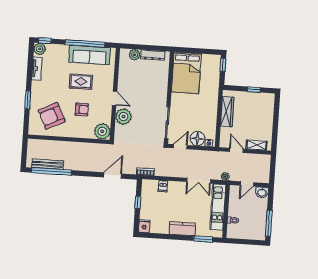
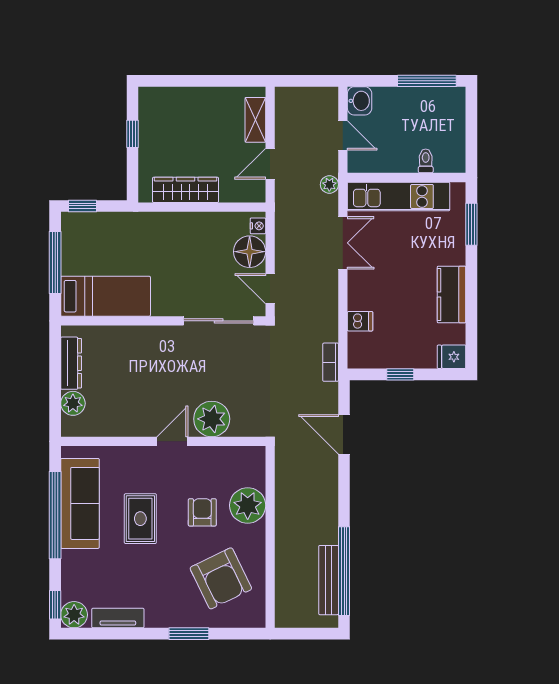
window: (198, 51) -> (55, 263), added
bed: (186, 73) -> (106, 296), width x0.67
plant: (102, 131) -> (248, 505), moved
kitchen counter: (182, 229) -> (452, 295), moved

